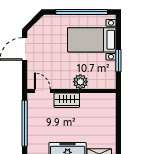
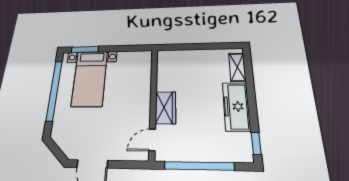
window: (118, 61) -> (85, 49), moved
plant: (80, 82) -> (141, 91), removed

